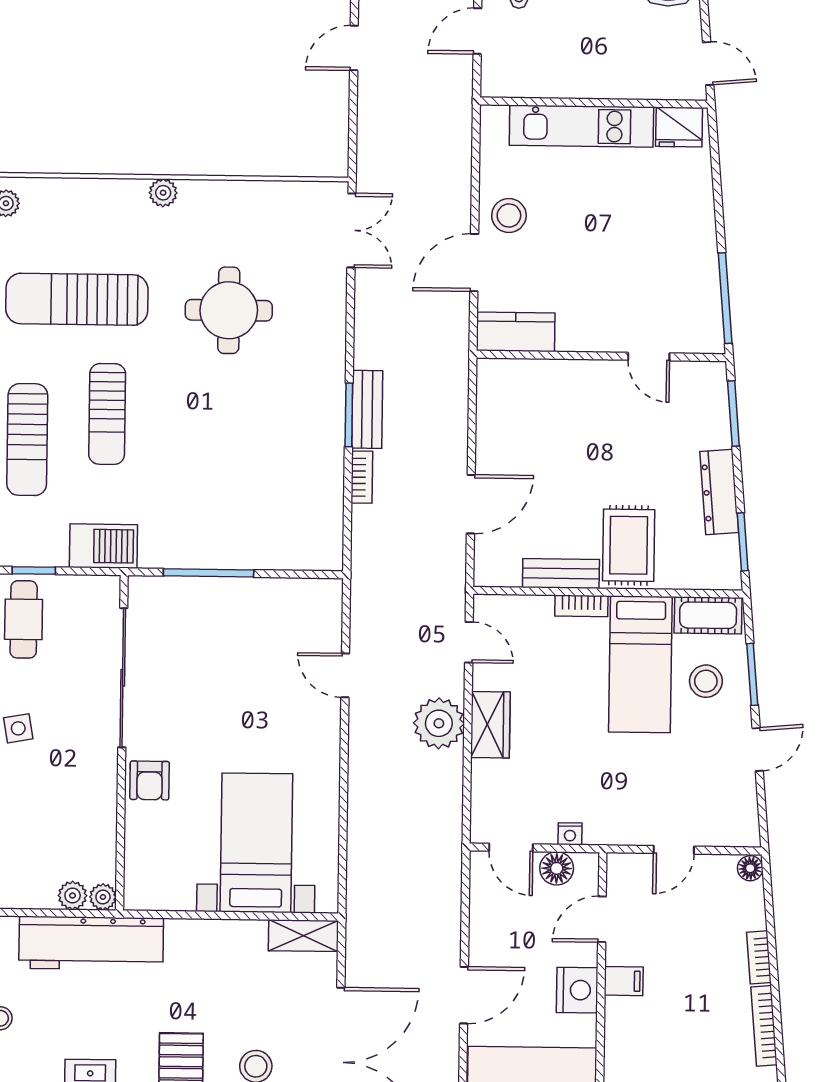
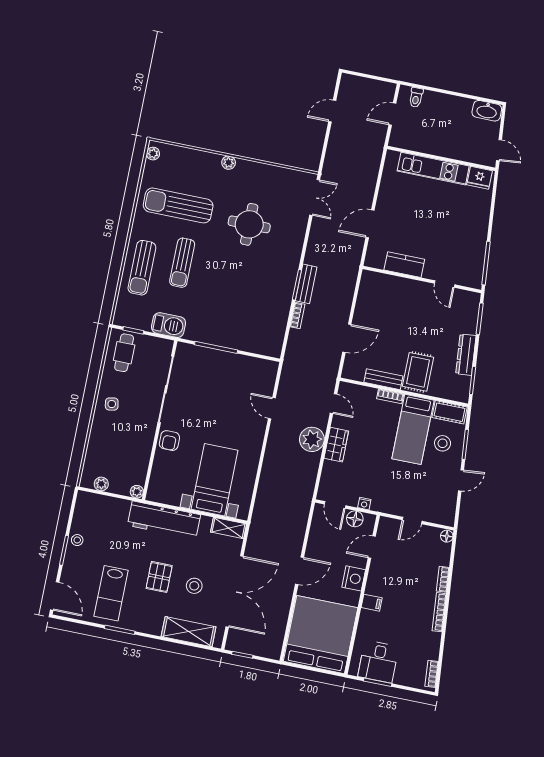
stool: (509, 215) -> (391, 204), removed
kitchen counter: (516, 332) -> (404, 265), moved
plant: (73, 895) -> (101, 484), moved
workbench: (91, 943) -> (164, 520), moved
filing cabinet: (624, 981) -> (372, 603), moved

